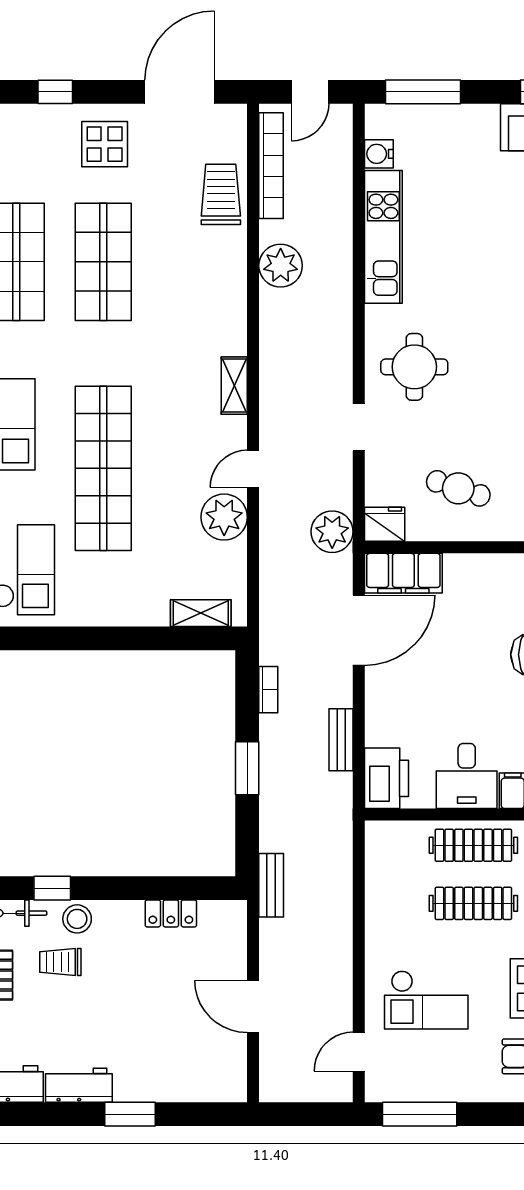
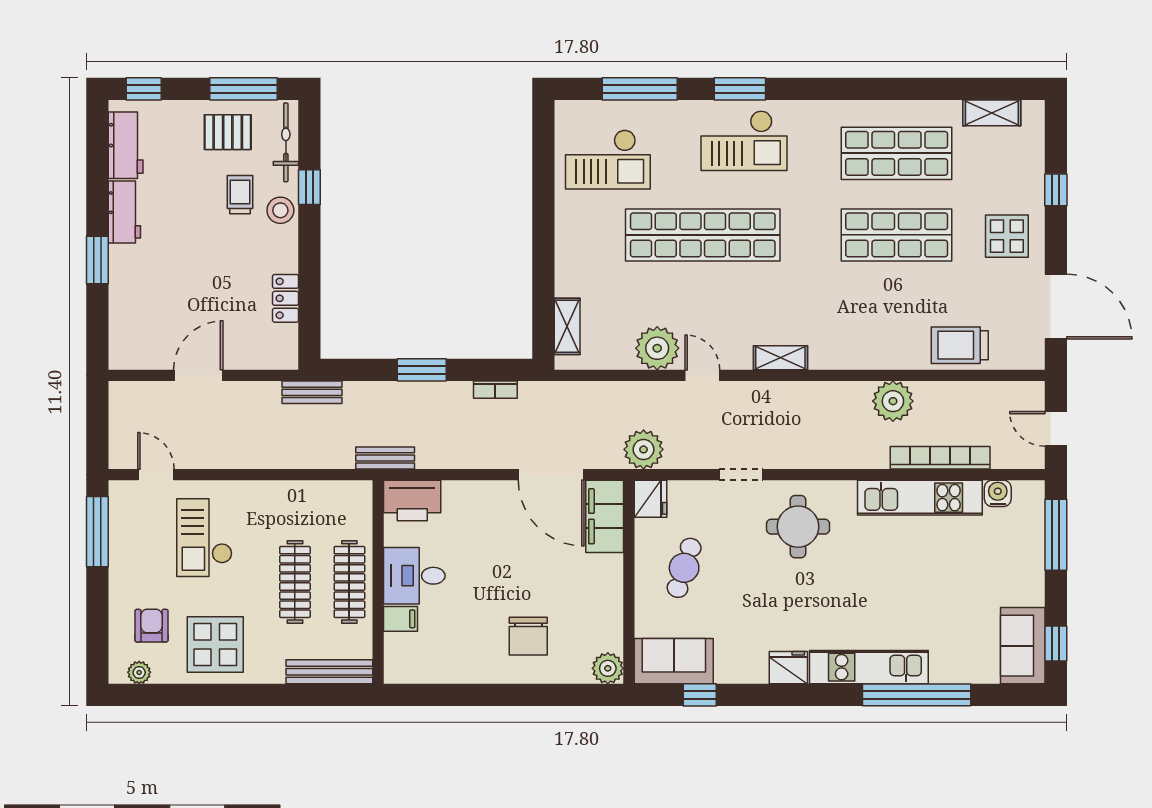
bookcase: (271, 166) -> (940, 458), moved, turned 180
trolley: (221, 194) -> (960, 345), turned 180
bench: (341, 740) -> (385, 458), moved

